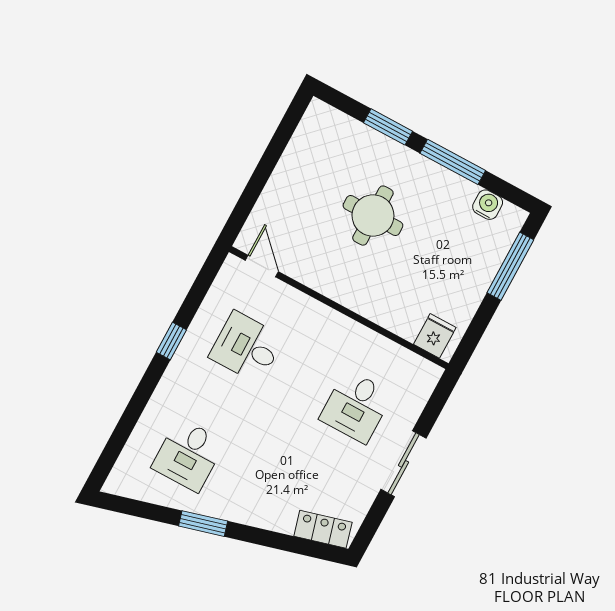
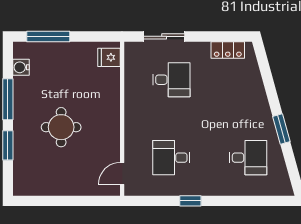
desk: (247, 347) -> (171, 158), turned 90
sliding door: (403, 464) -> (164, 36), moved
locker: (323, 529) -> (228, 50), moved, turned -75

